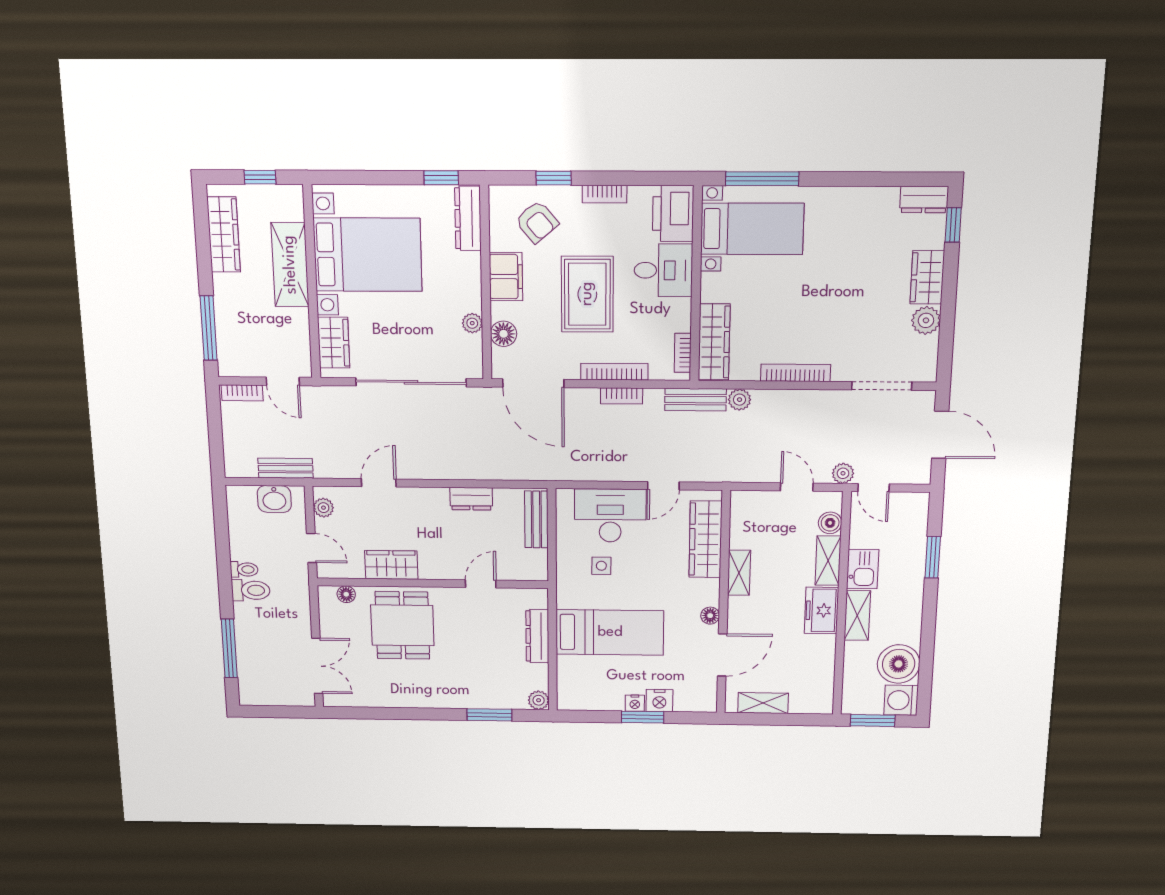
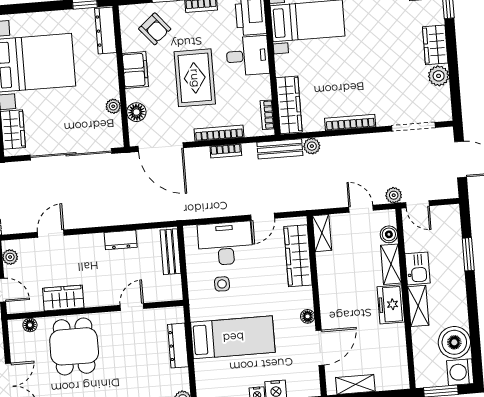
shelving: (739, 573) -> (322, 233), moved

